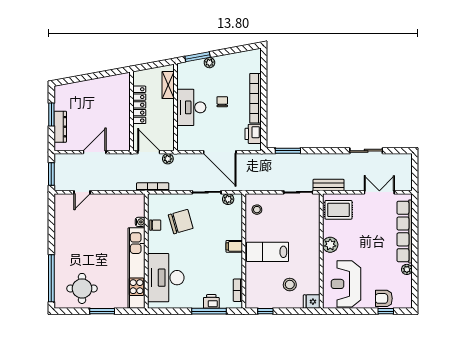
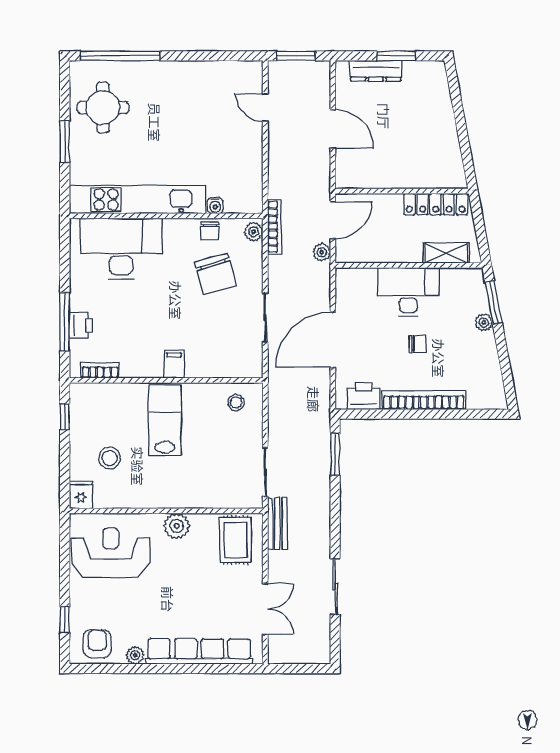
locker: (139, 105) -> (436, 204), moved
plant: (228, 199) -> (254, 232), moved
armchair: (384, 298) -> (97, 644), moved

